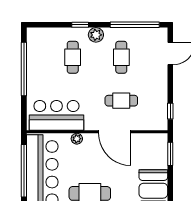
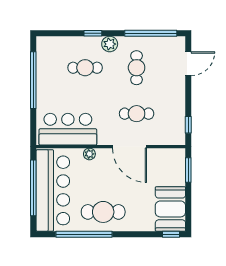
cafe table: (73, 57) -> (85, 68), turned 90

